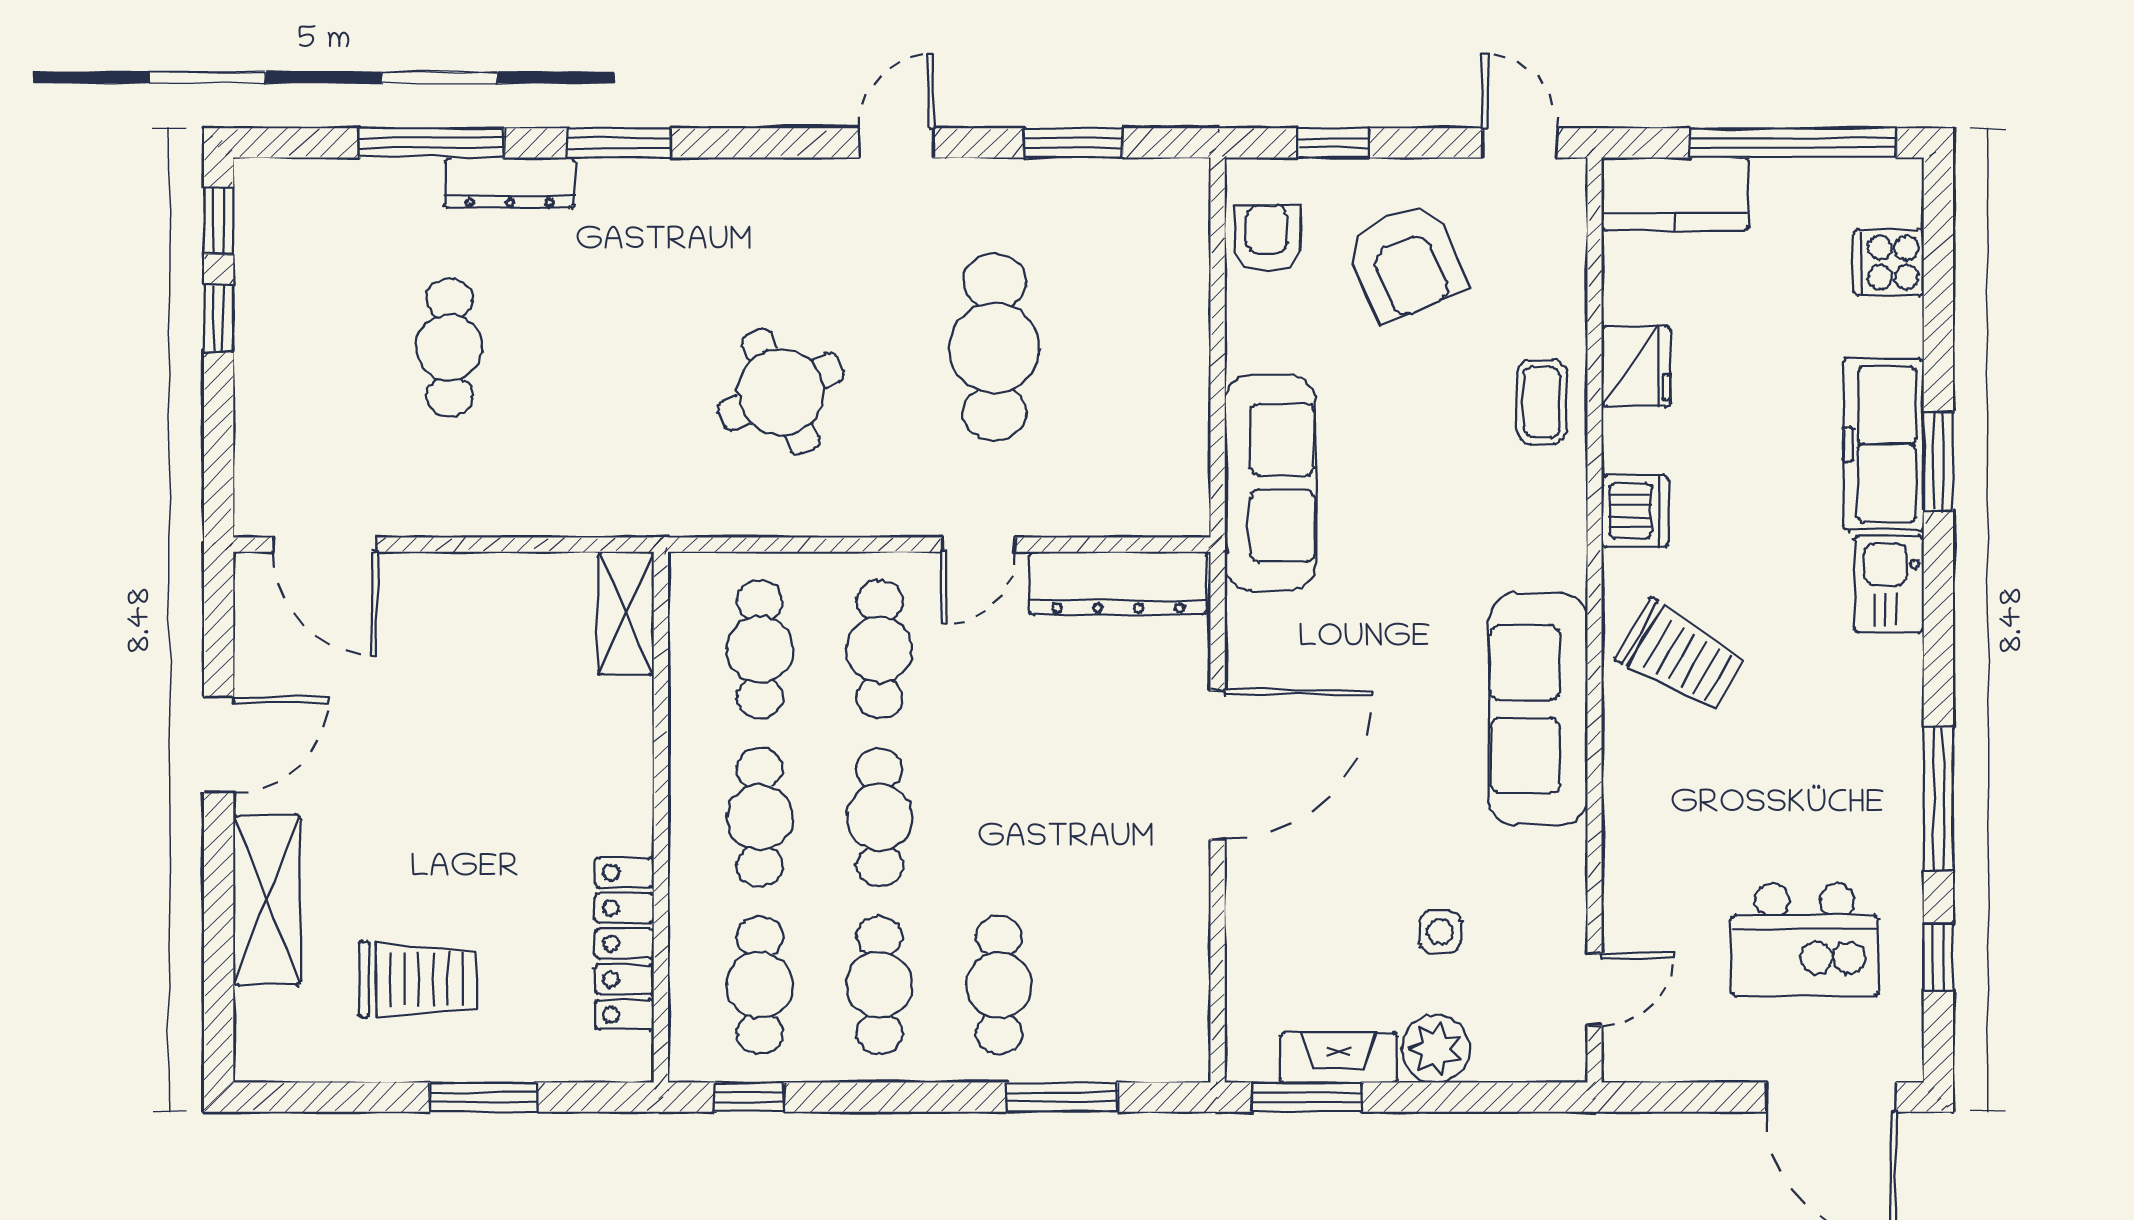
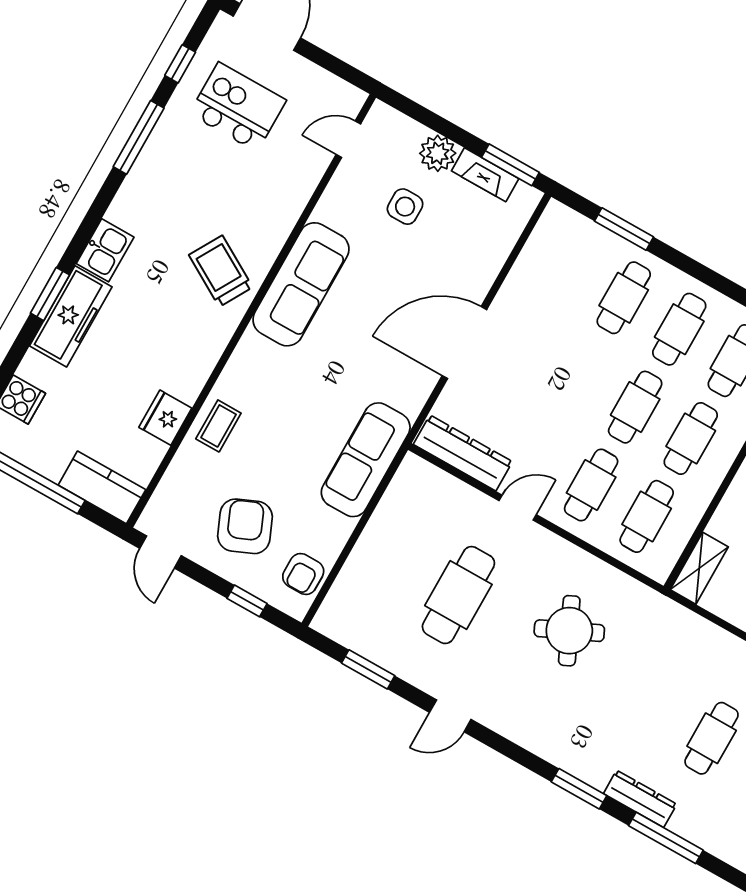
dishwasher: (1635, 511) -> (204, 351), removed
side table: (1440, 932) -> (405, 207), width x1.37, depth x1.37

